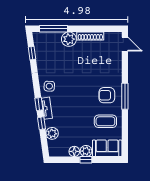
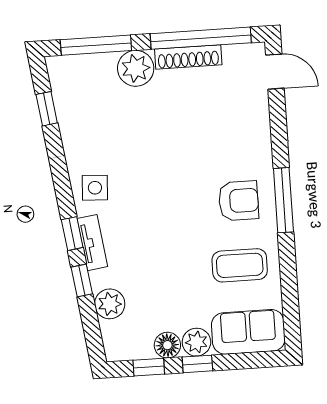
window: (96, 29) -> (201, 38), added
armchair: (107, 95) -> (239, 201), turned 180
window: (66, 160) -> (149, 367), added

